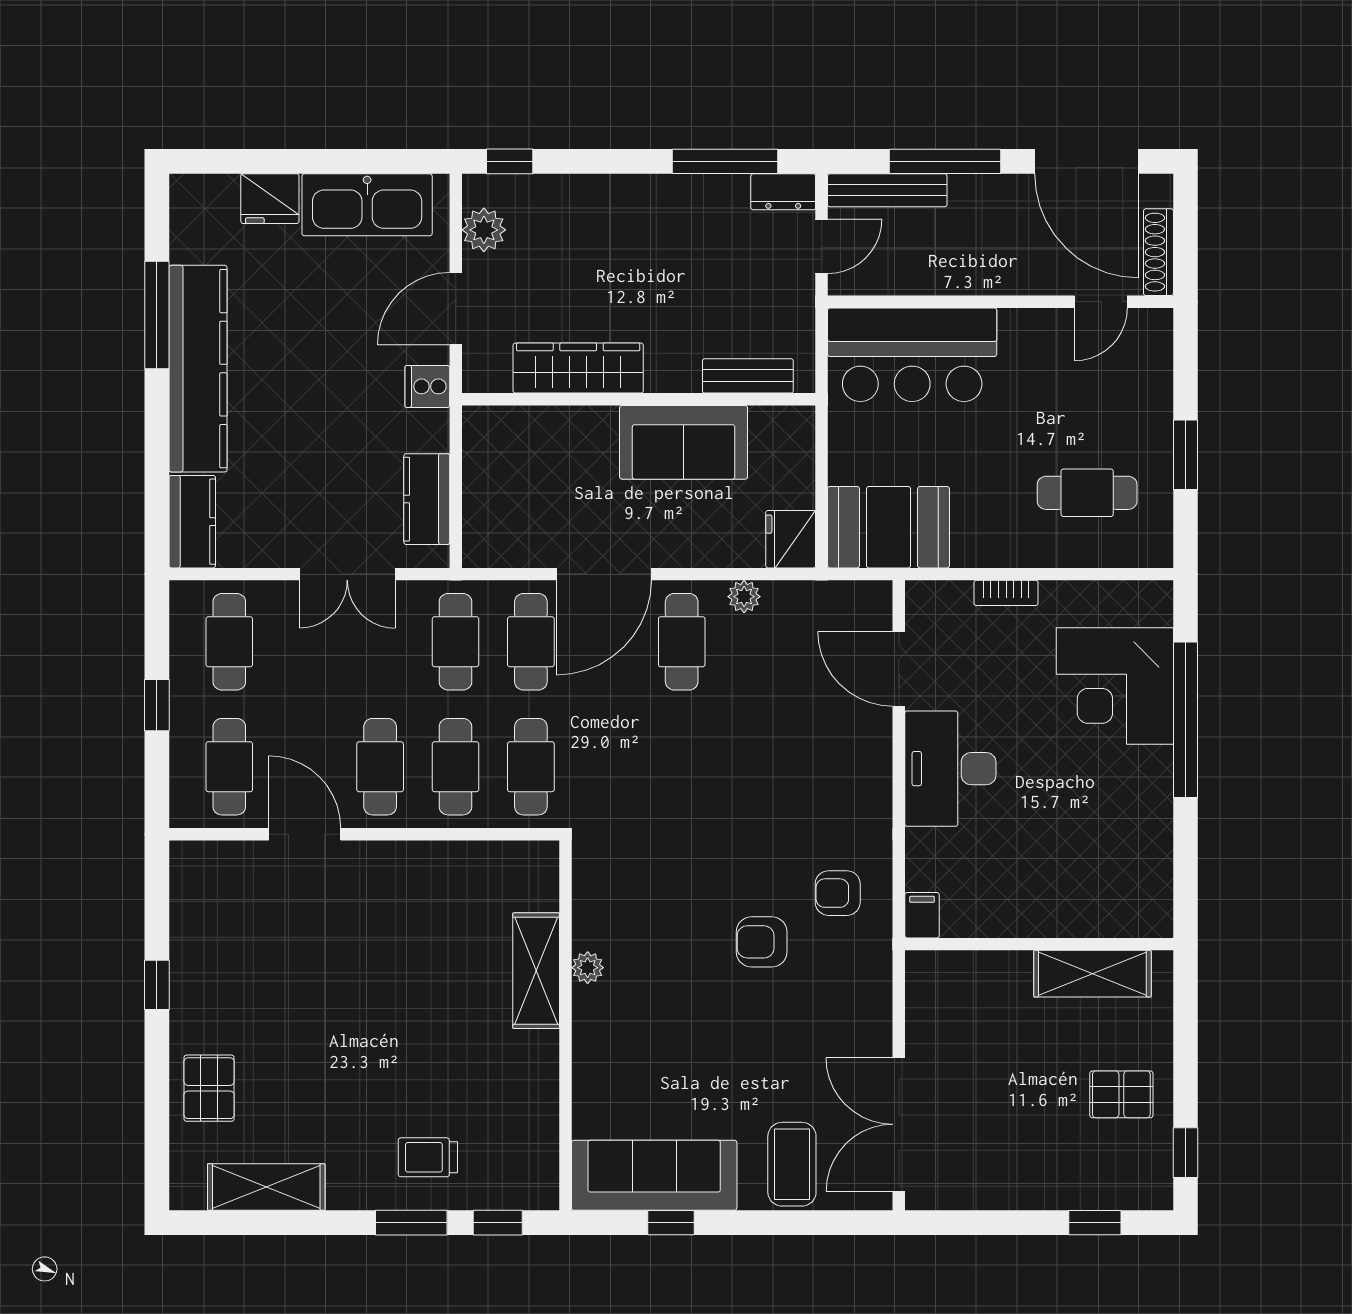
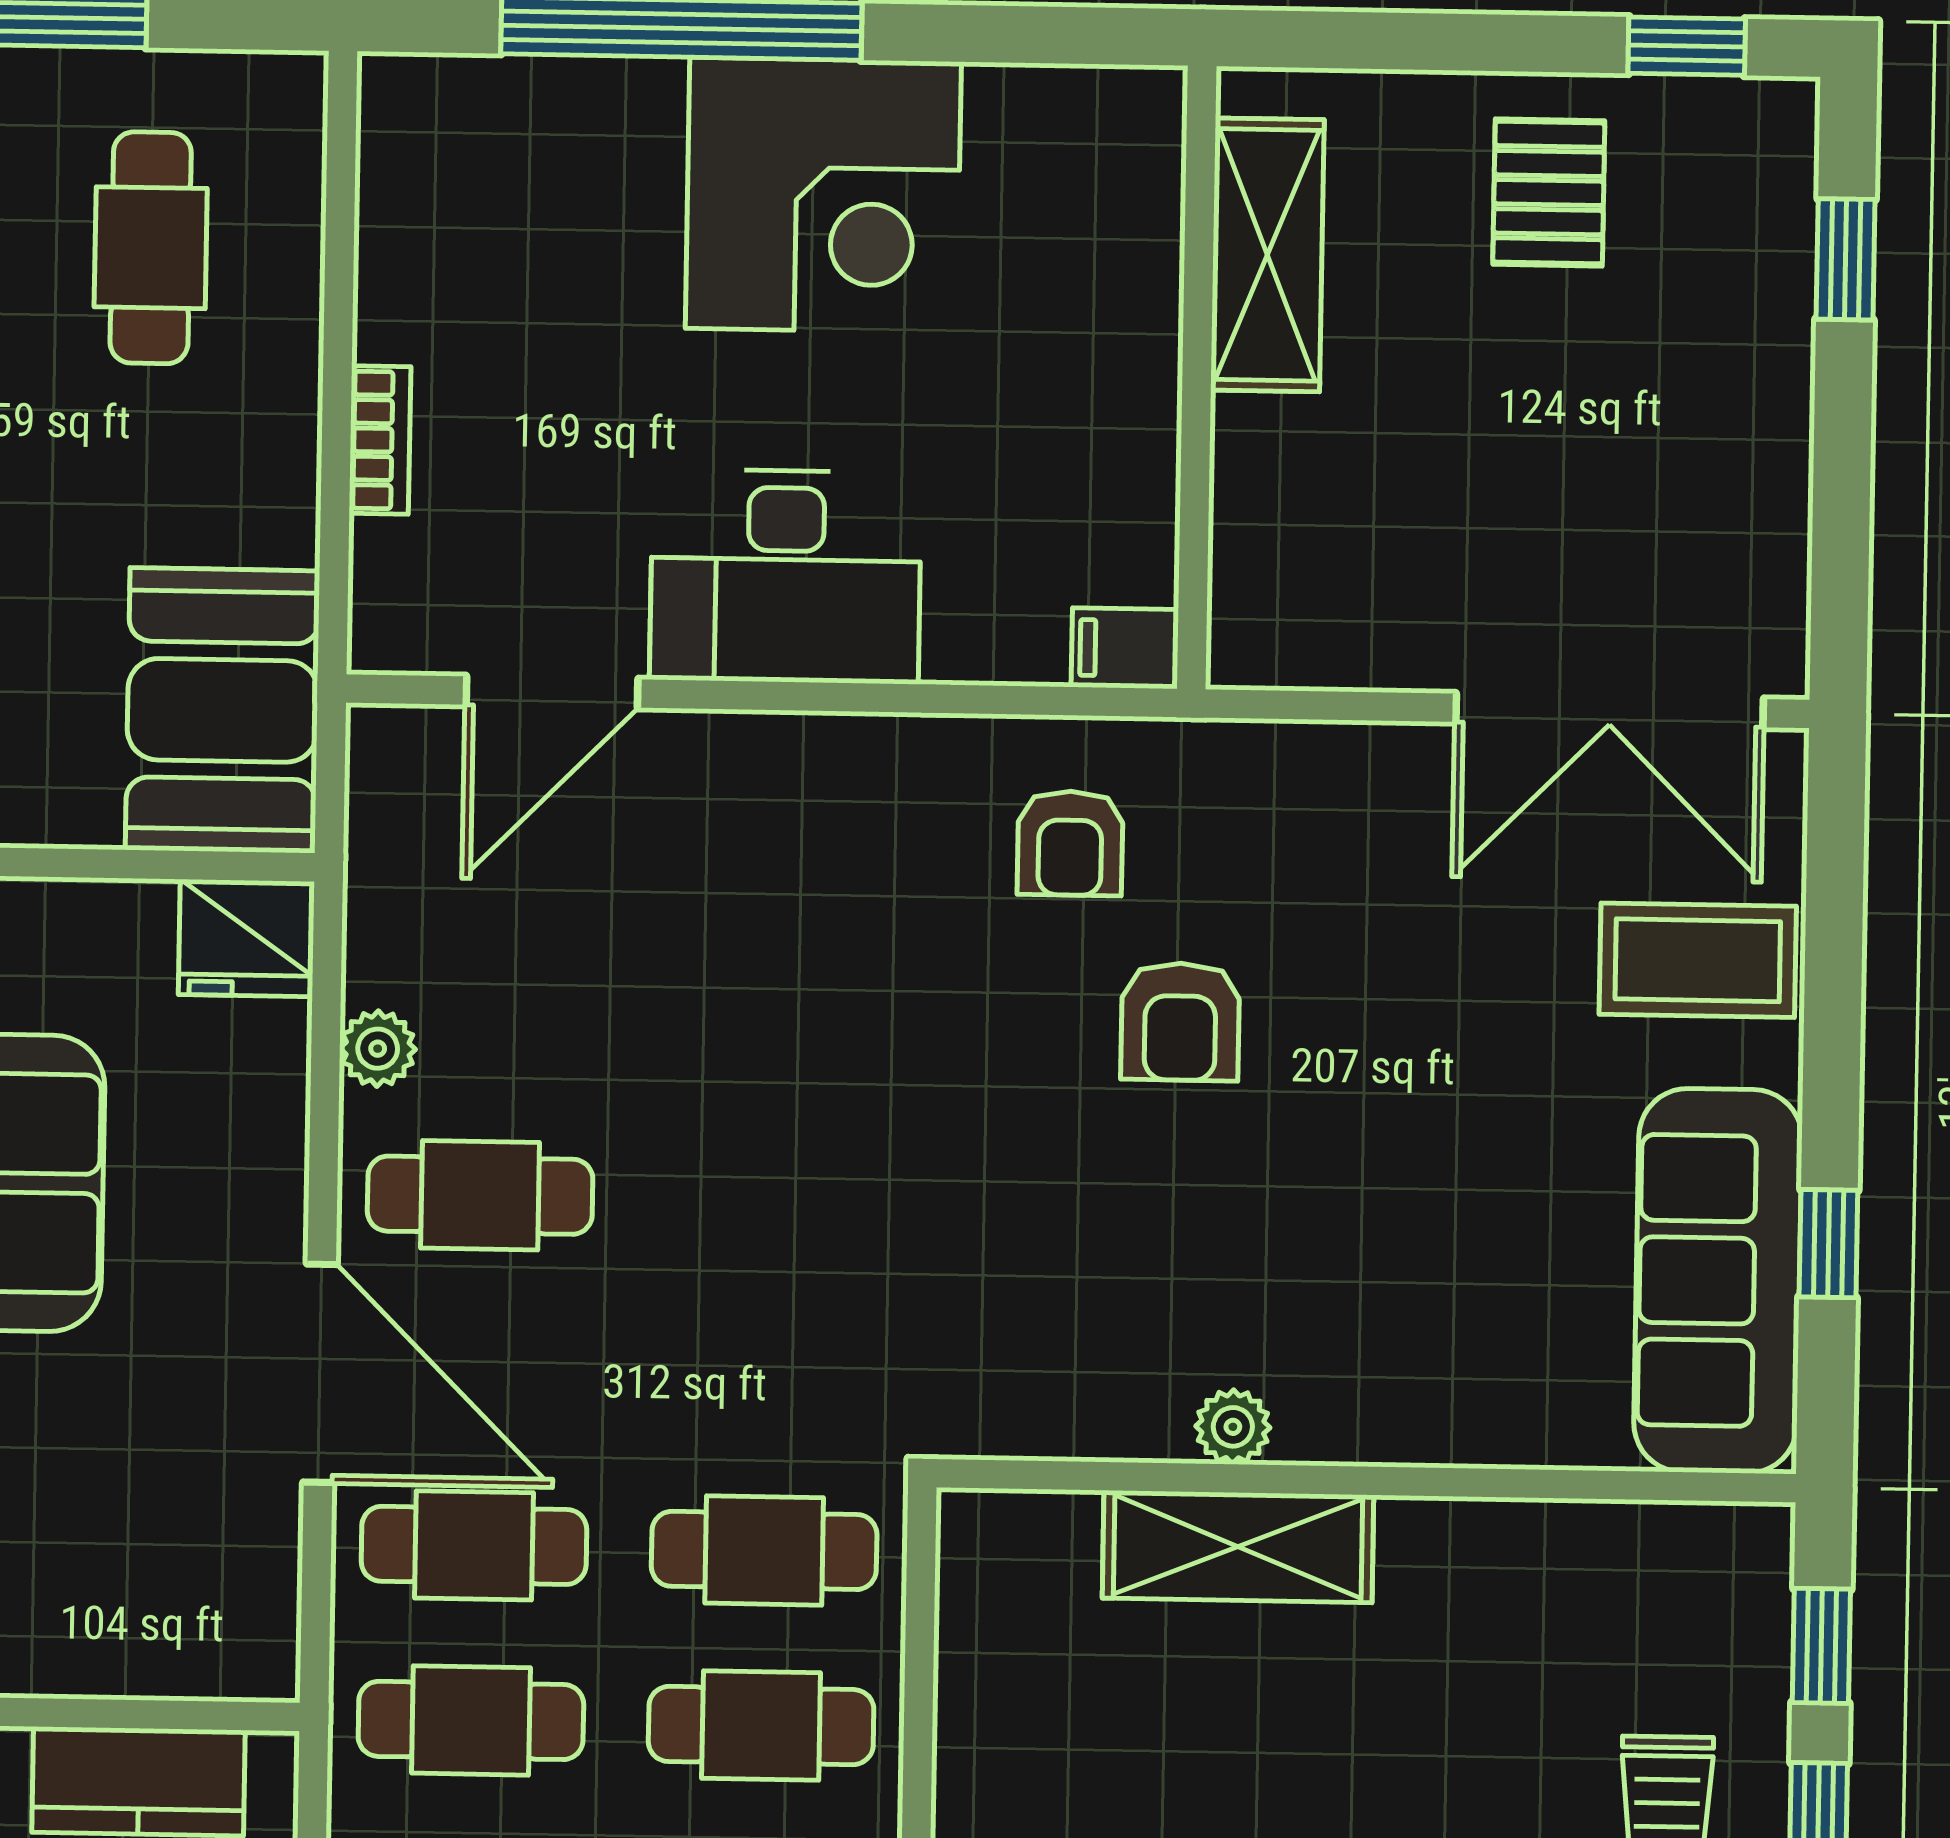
corner desk: (1115, 686) -> (823, 195), moved

